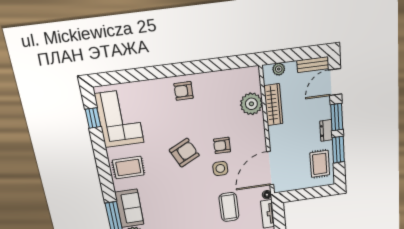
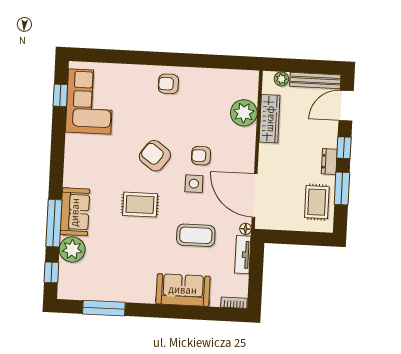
bench: (313, 65) -> (315, 81), width x1.36
window: (337, 117) -> (344, 148), width x0.67
armchair: (184, 153) -> (155, 156), turned -118
rug: (128, 168) -> (140, 205), moved
door: (270, 168) -> (255, 196), hinge flipped
coffee table: (229, 207) -> (196, 235), turned 90

